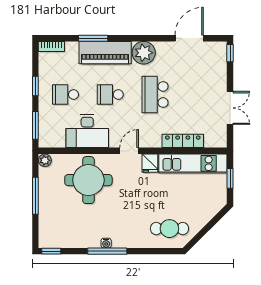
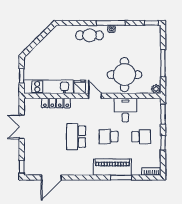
plant: (144, 53) -> (84, 167), removed
school desk: (110, 95) -> (109, 137), turned 180
school desk: (155, 95) -> (76, 137), turned 180
desk: (87, 131) -> (125, 110), width x0.73
door: (129, 151) -> (95, 96), swing flipped
cafe table: (169, 229) -> (90, 35), moved

